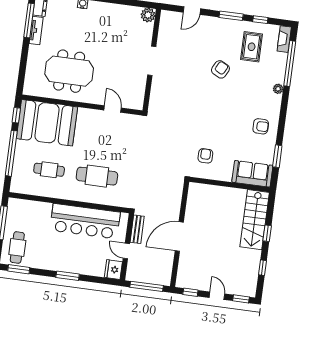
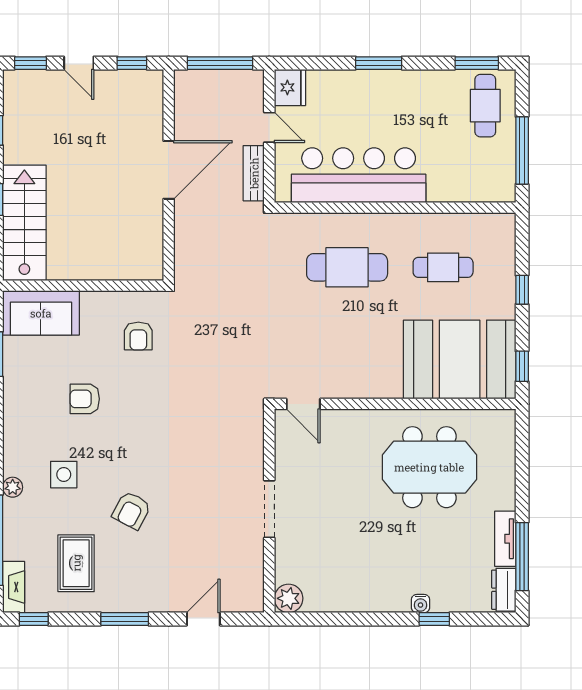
window: (260, 20) -> (34, 619), moved
side table: (252, 92) -> (64, 475), added
door: (113, 109) -> (303, 404), moved
armchair: (261, 126) -> (85, 399), moved
window: (11, 153) -> (522, 290), width x0.32

